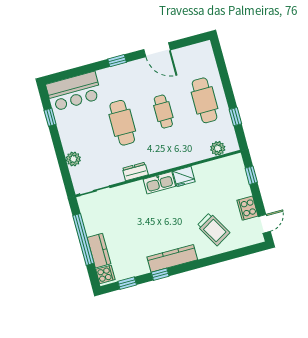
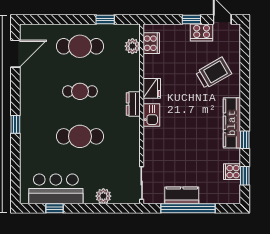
door: (157, 50) -> (15, 54), moved
bar counter: (74, 91) -> (56, 189), moved, turned -90
cooker: (225, 165) -> (151, 43), added
dresser: (135, 171) -> (133, 104), moved
window: (251, 175) -> (191, 19), moved
kitchen sink: (159, 183) -> (151, 115), width x0.73
kitchen counter: (99, 251) -> (182, 195), moved
cooker: (105, 274) -> (232, 172), moved, turned -90

